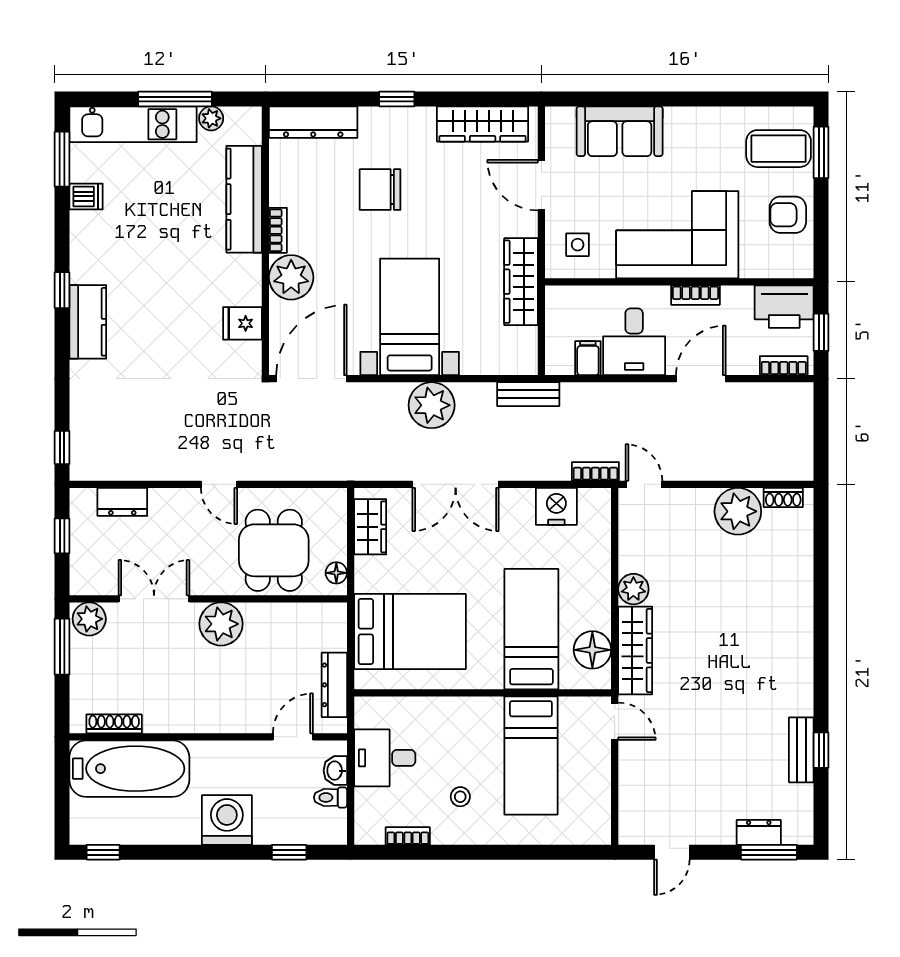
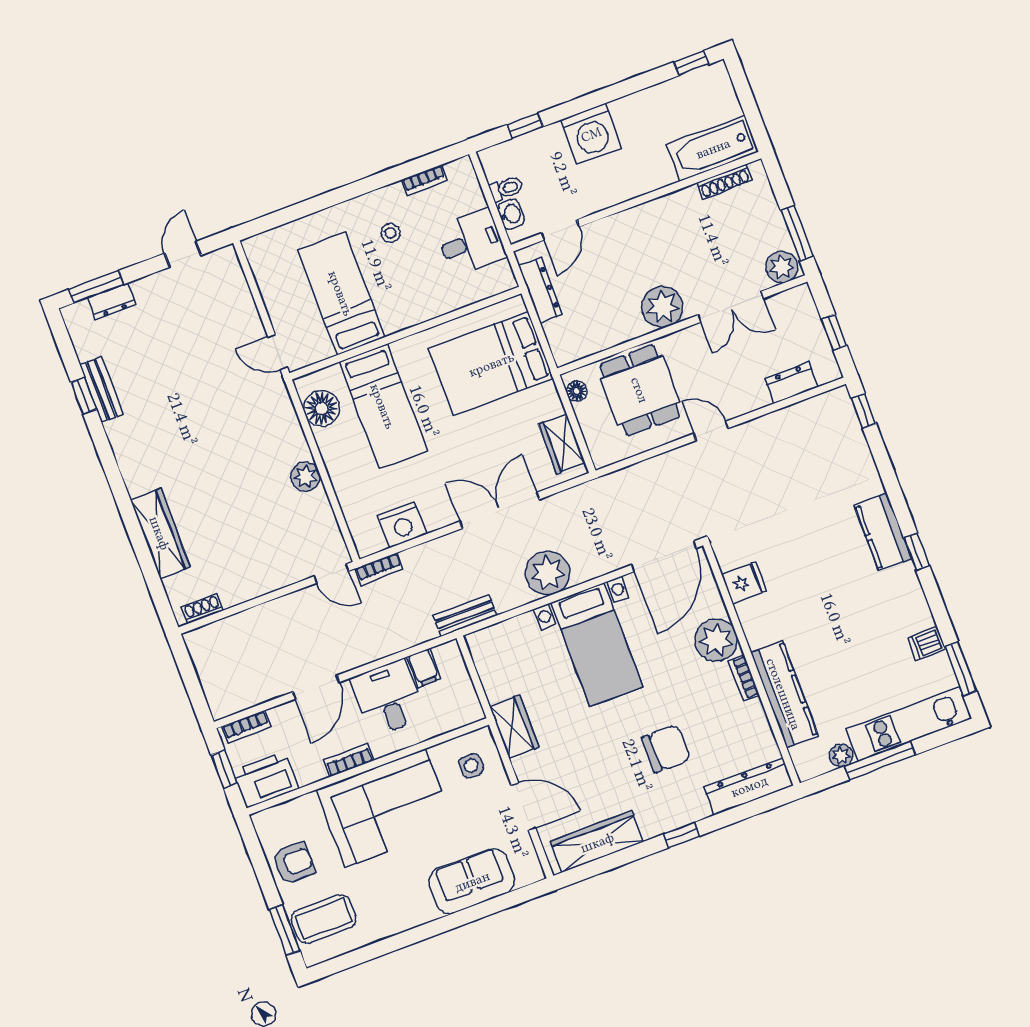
wardrobe: (521, 282) -> (514, 726), width x0.67
plant: (738, 511) -> (238, 581), removed
wardrobe: (635, 650) -> (160, 533), moved, turned 180
bathtub: (129, 769) -> (713, 148), width x0.73, depth x0.73

